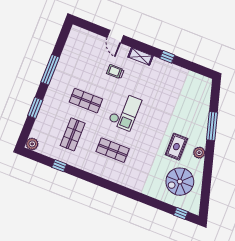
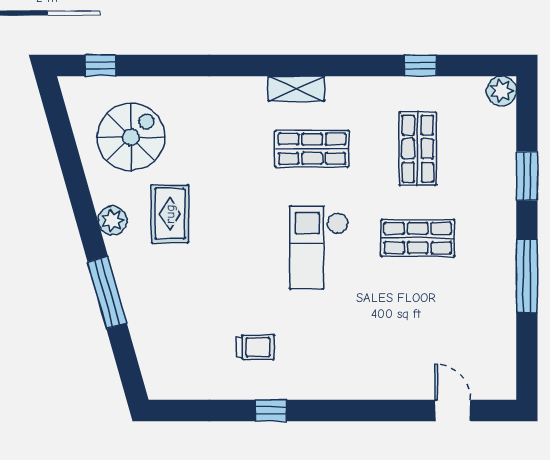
door: (115, 36) -> (453, 410), moved
shelving: (140, 56) -> (296, 89), moved
trolley: (115, 72) -> (255, 347), moved

